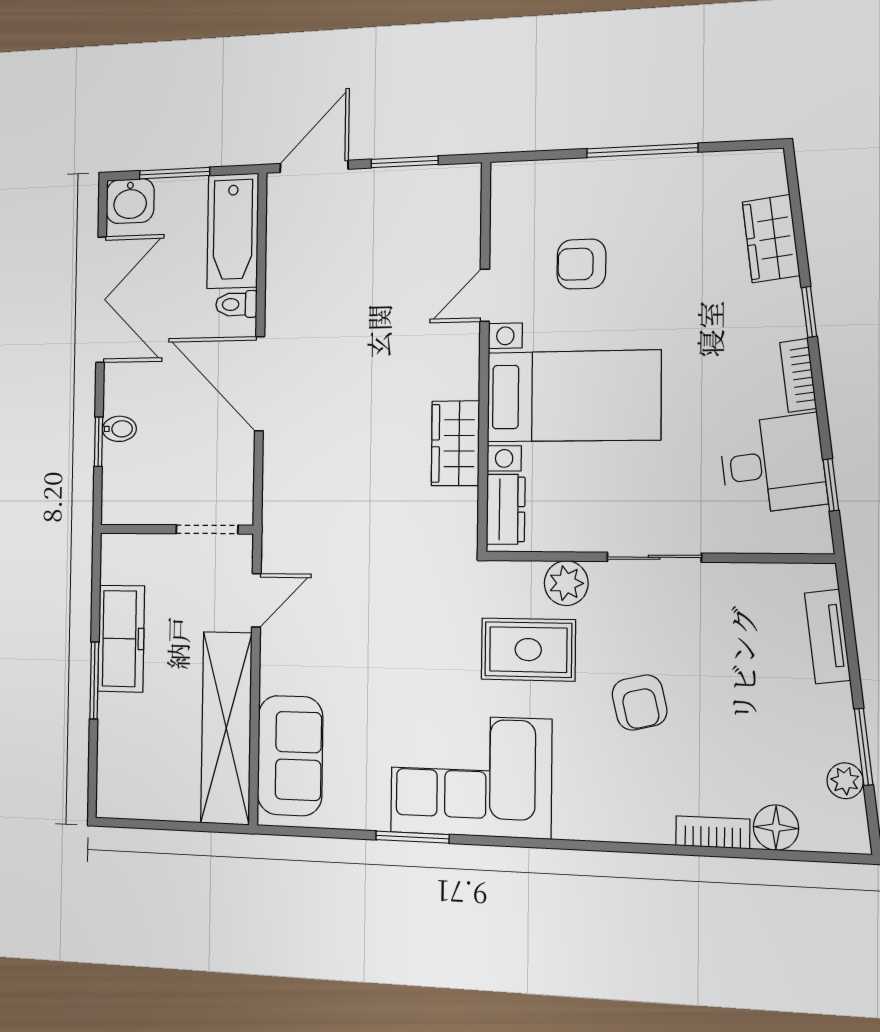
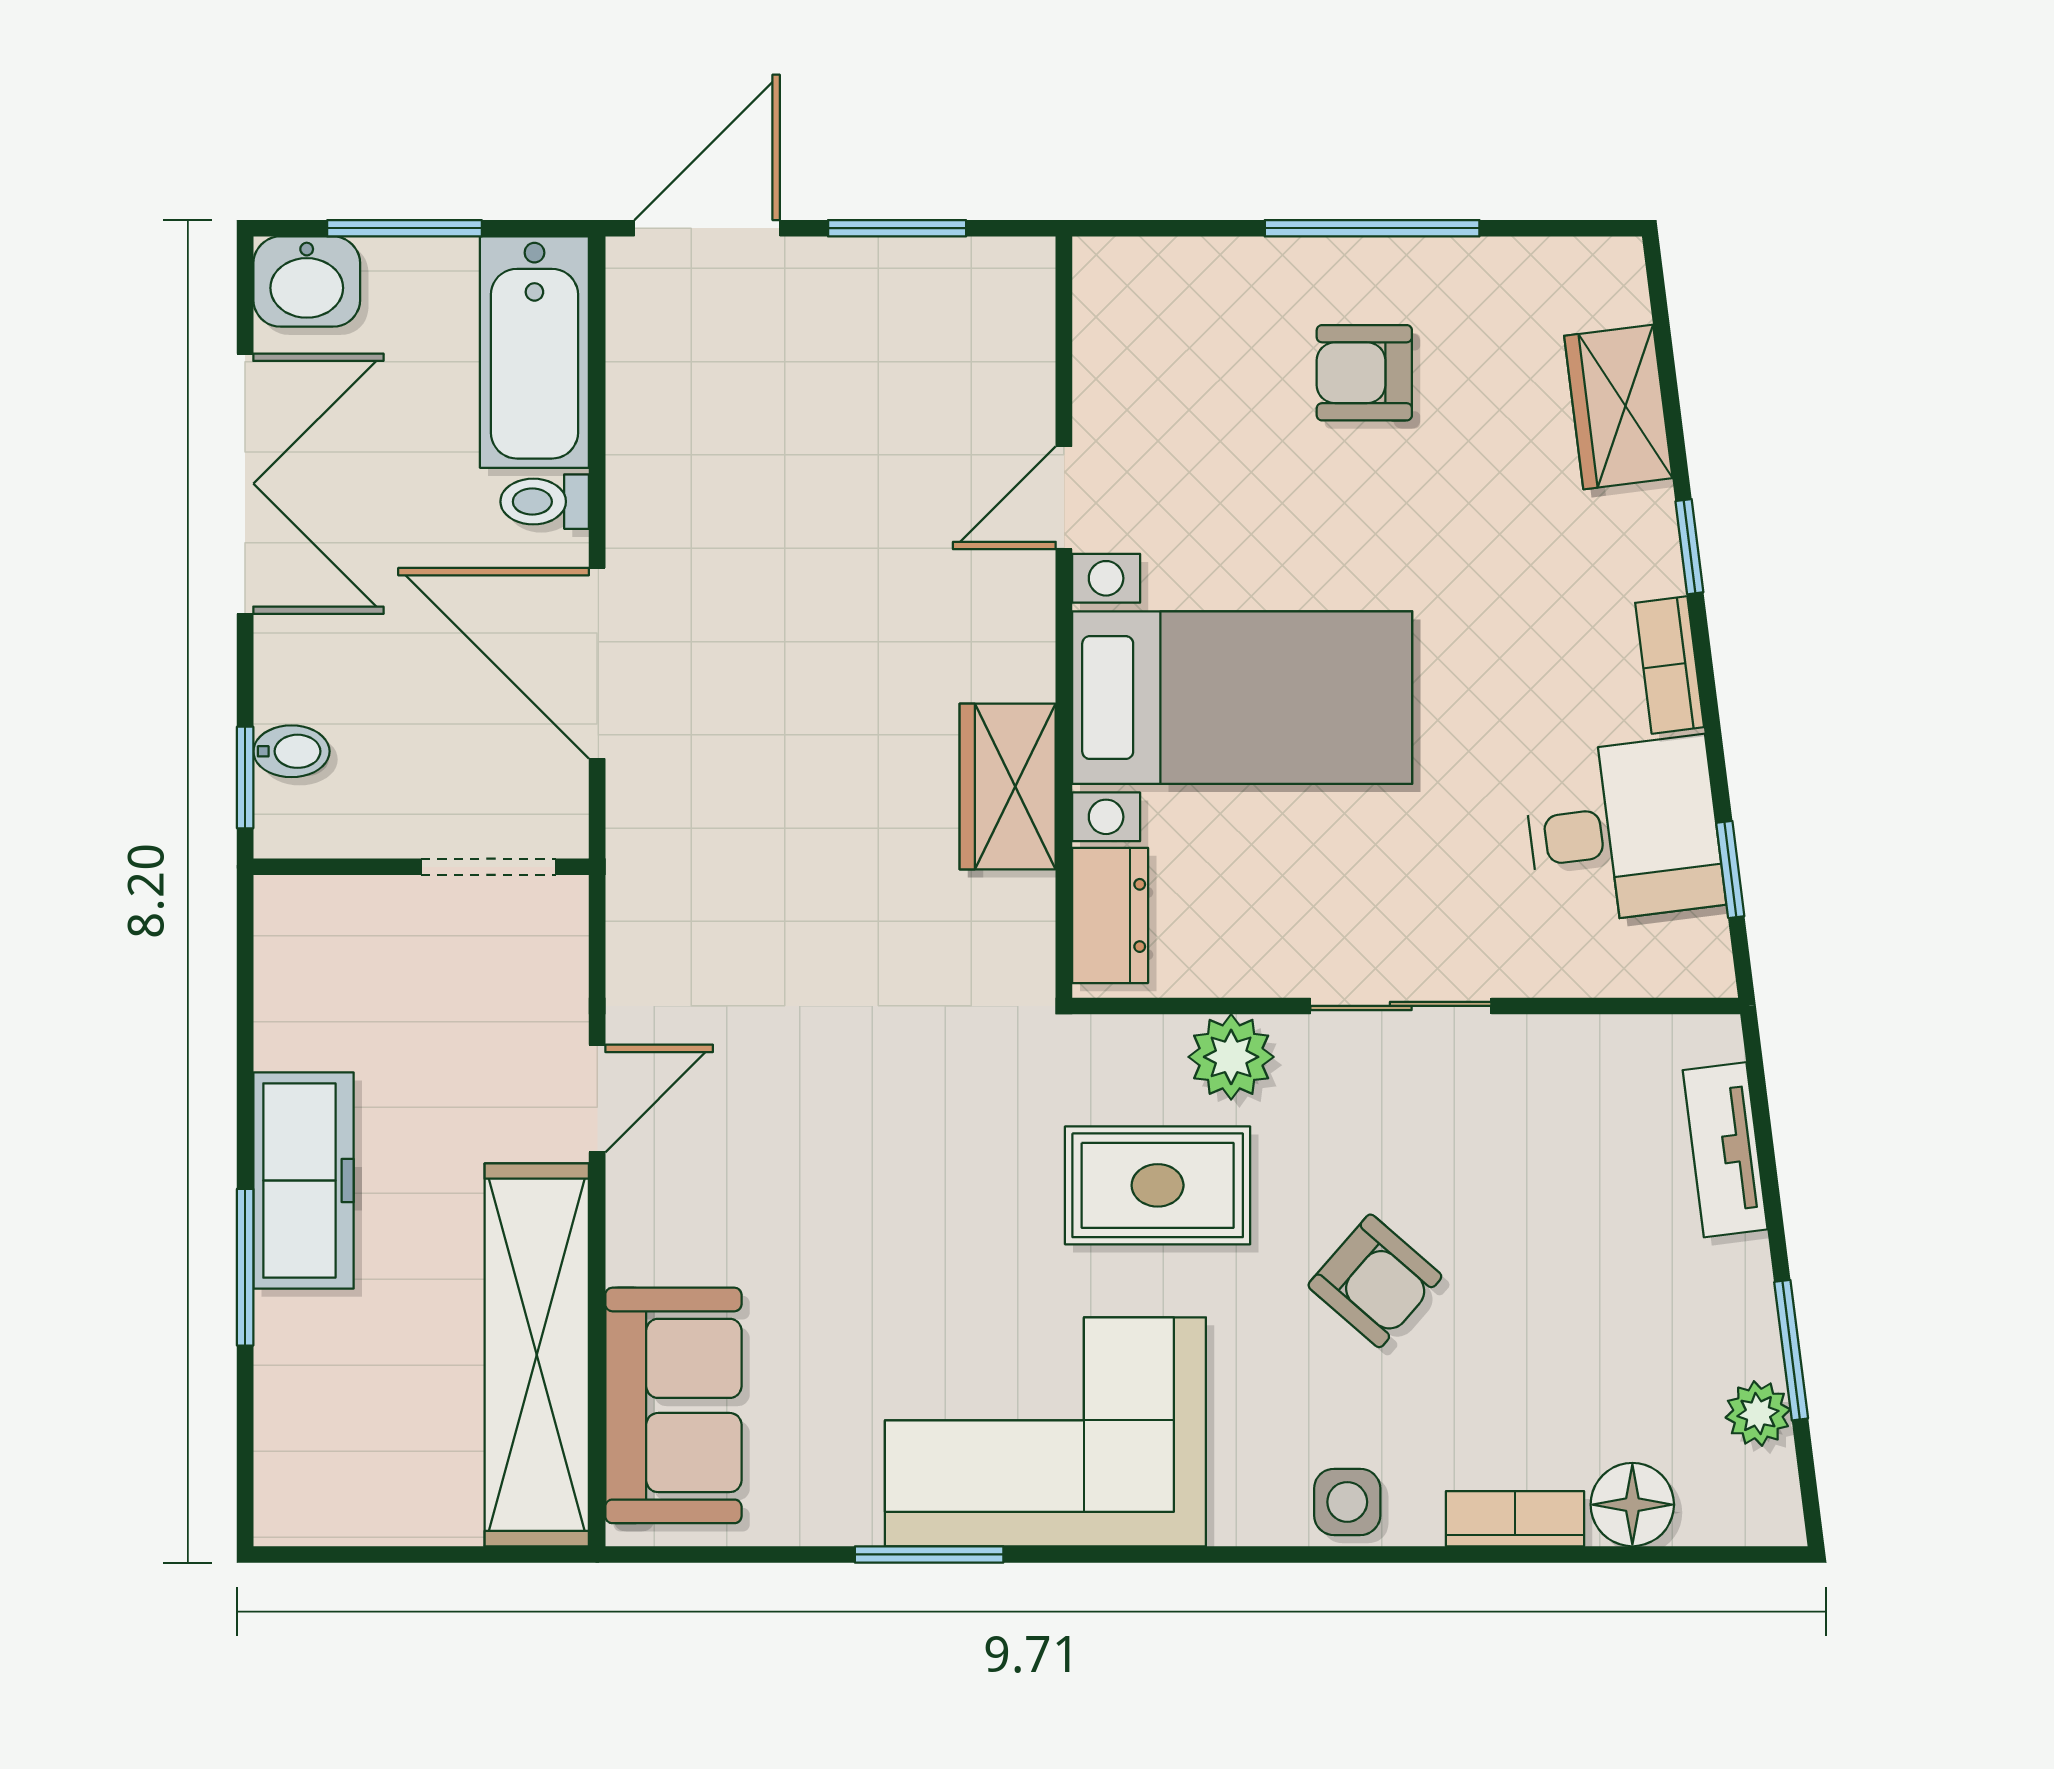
armchair: (581, 264) -> (1364, 373), moved
wall: (176, 529) -> (421, 867), moved
doorway: (207, 529) -> (488, 867), moved
armchair: (640, 703) -> (1375, 1281), turned -36
side table: (624, 819) -> (1347, 1502), added

